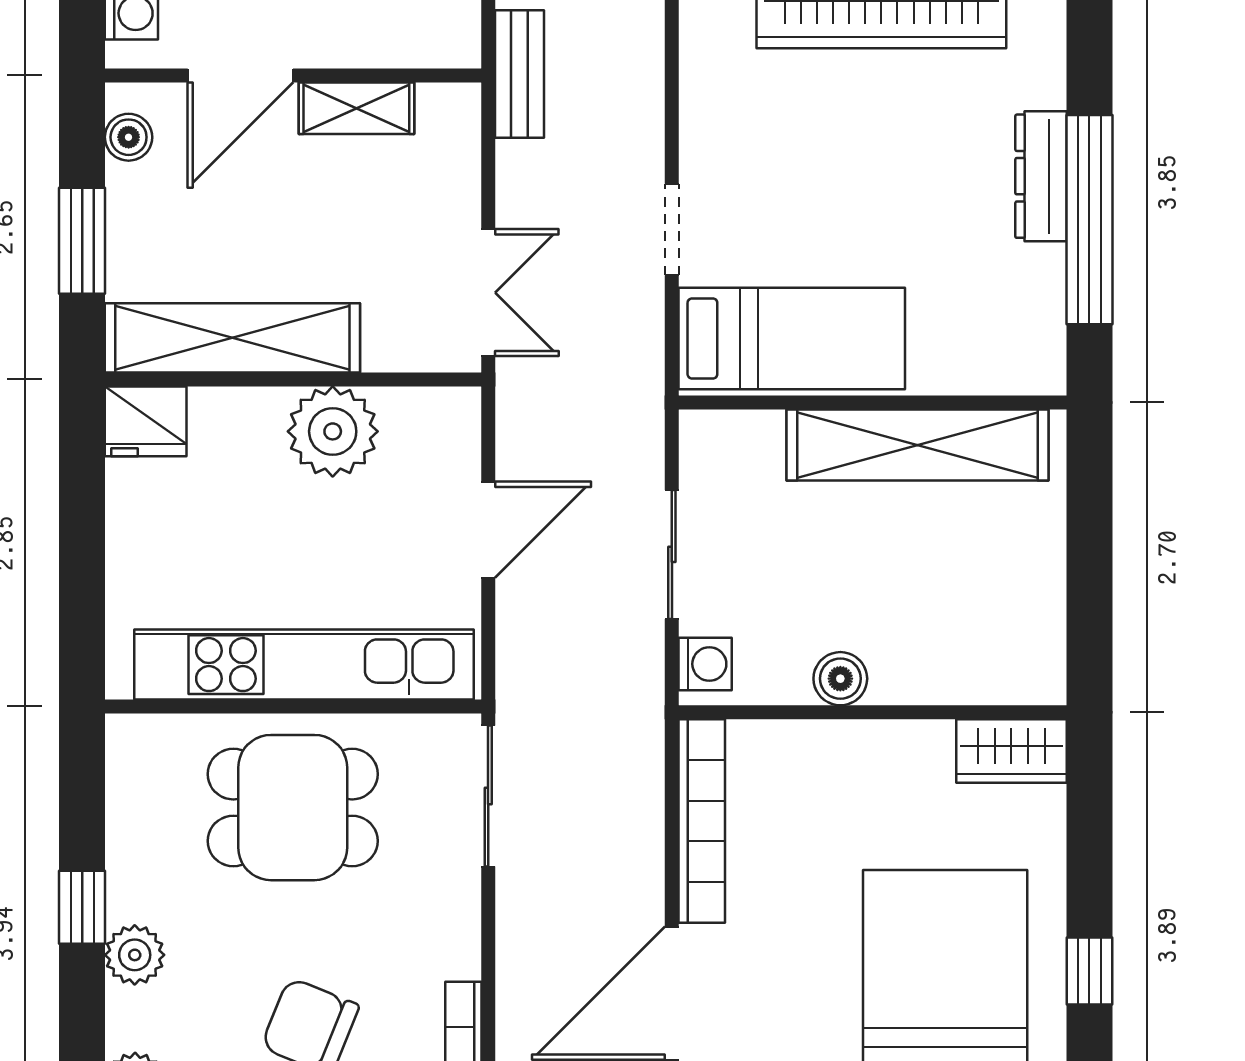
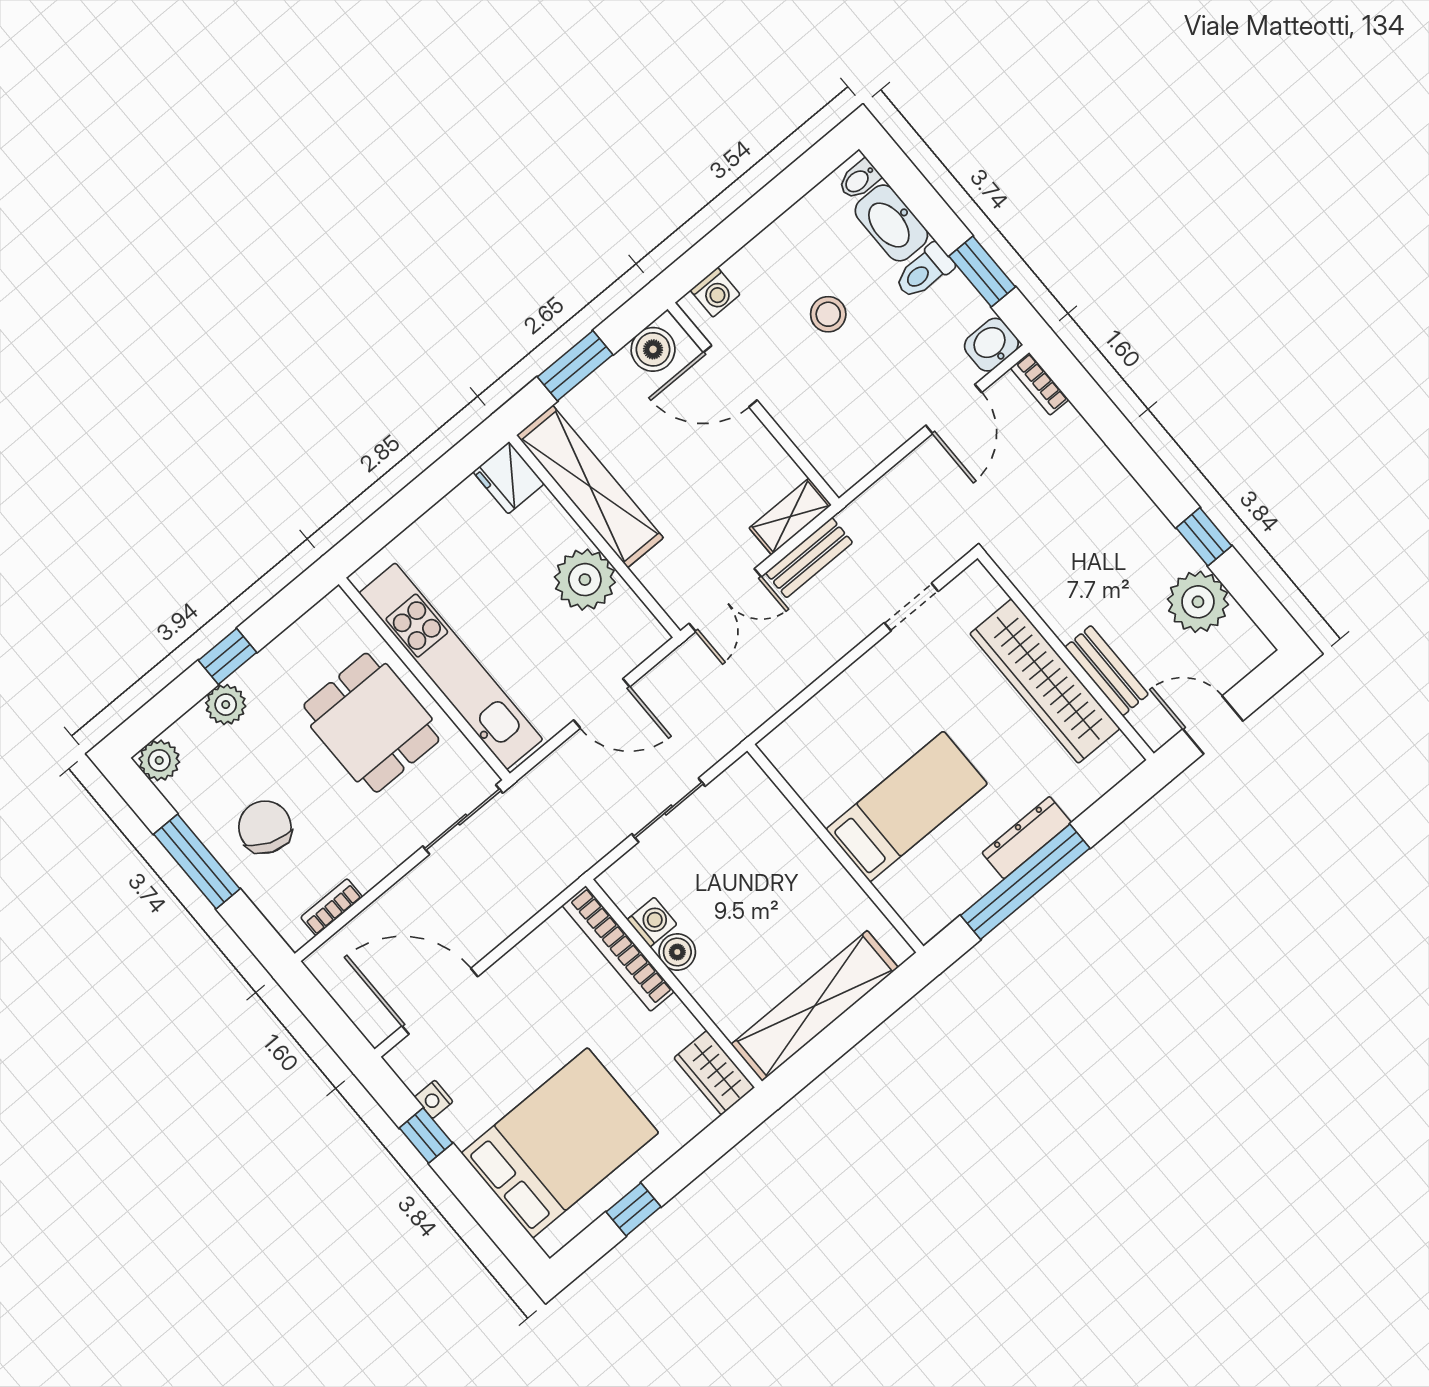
bench: (519, 74) -> (809, 558), moved
shelving: (356, 108) -> (790, 516), moved, turned 90
boiler: (129, 137) -> (653, 349), width x1.36, depth x1.36
doorway: (672, 229) -> (911, 607), moved
bed: (792, 338) -> (907, 807), moved, turned -90
shelving: (917, 445) -> (815, 1006), moved, turned 90
washing machine: (705, 664) -> (652, 922), moved, turned -90
bookcase: (702, 821) -> (618, 949), moved, turned 90

